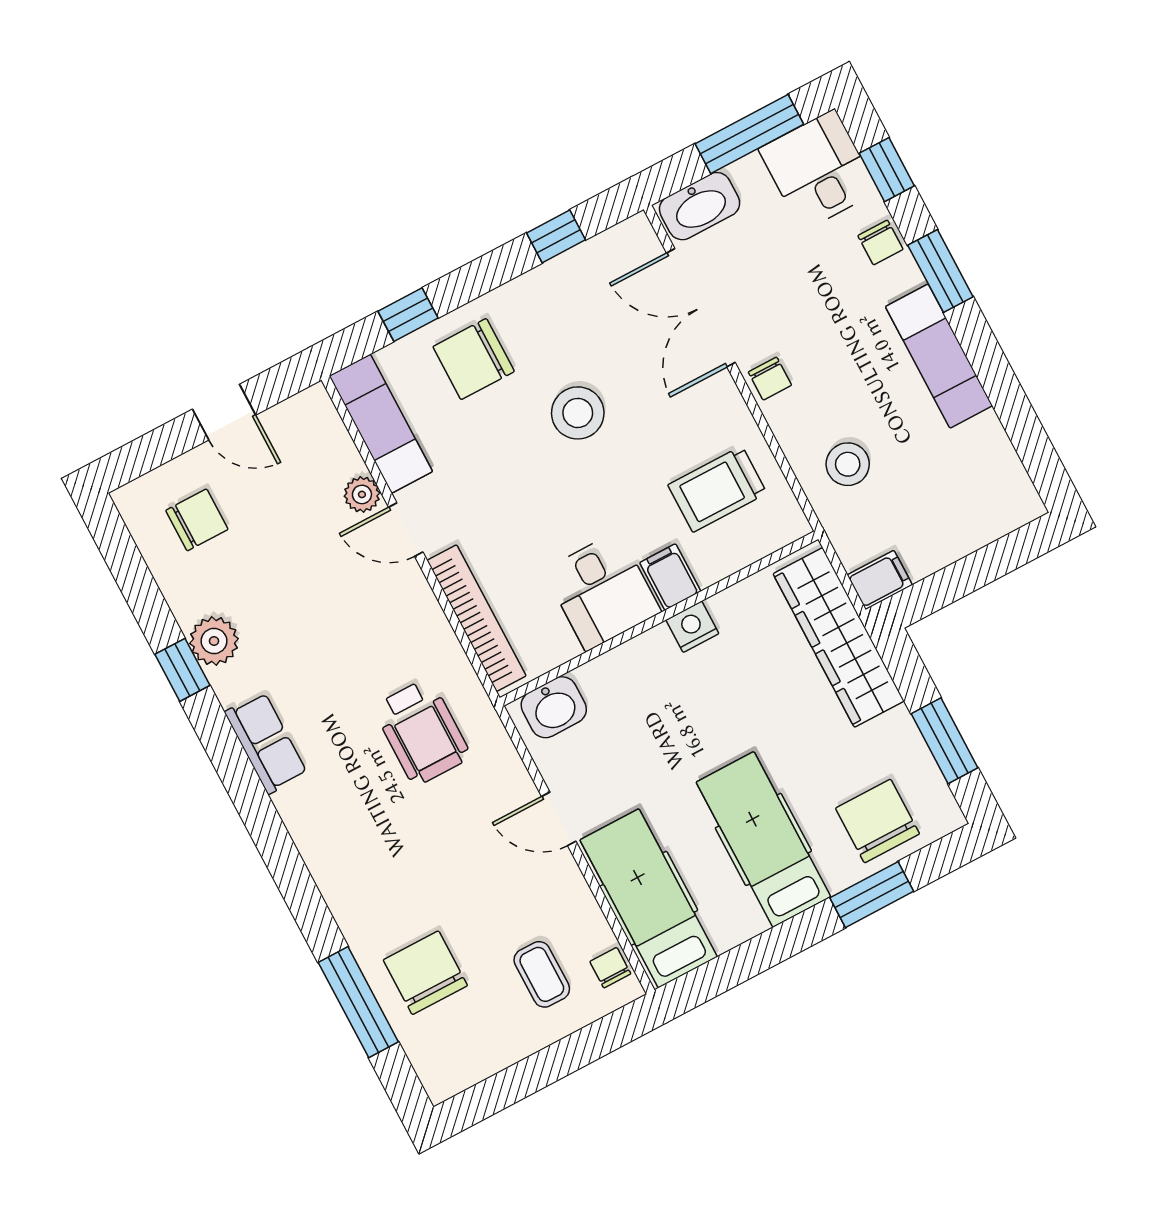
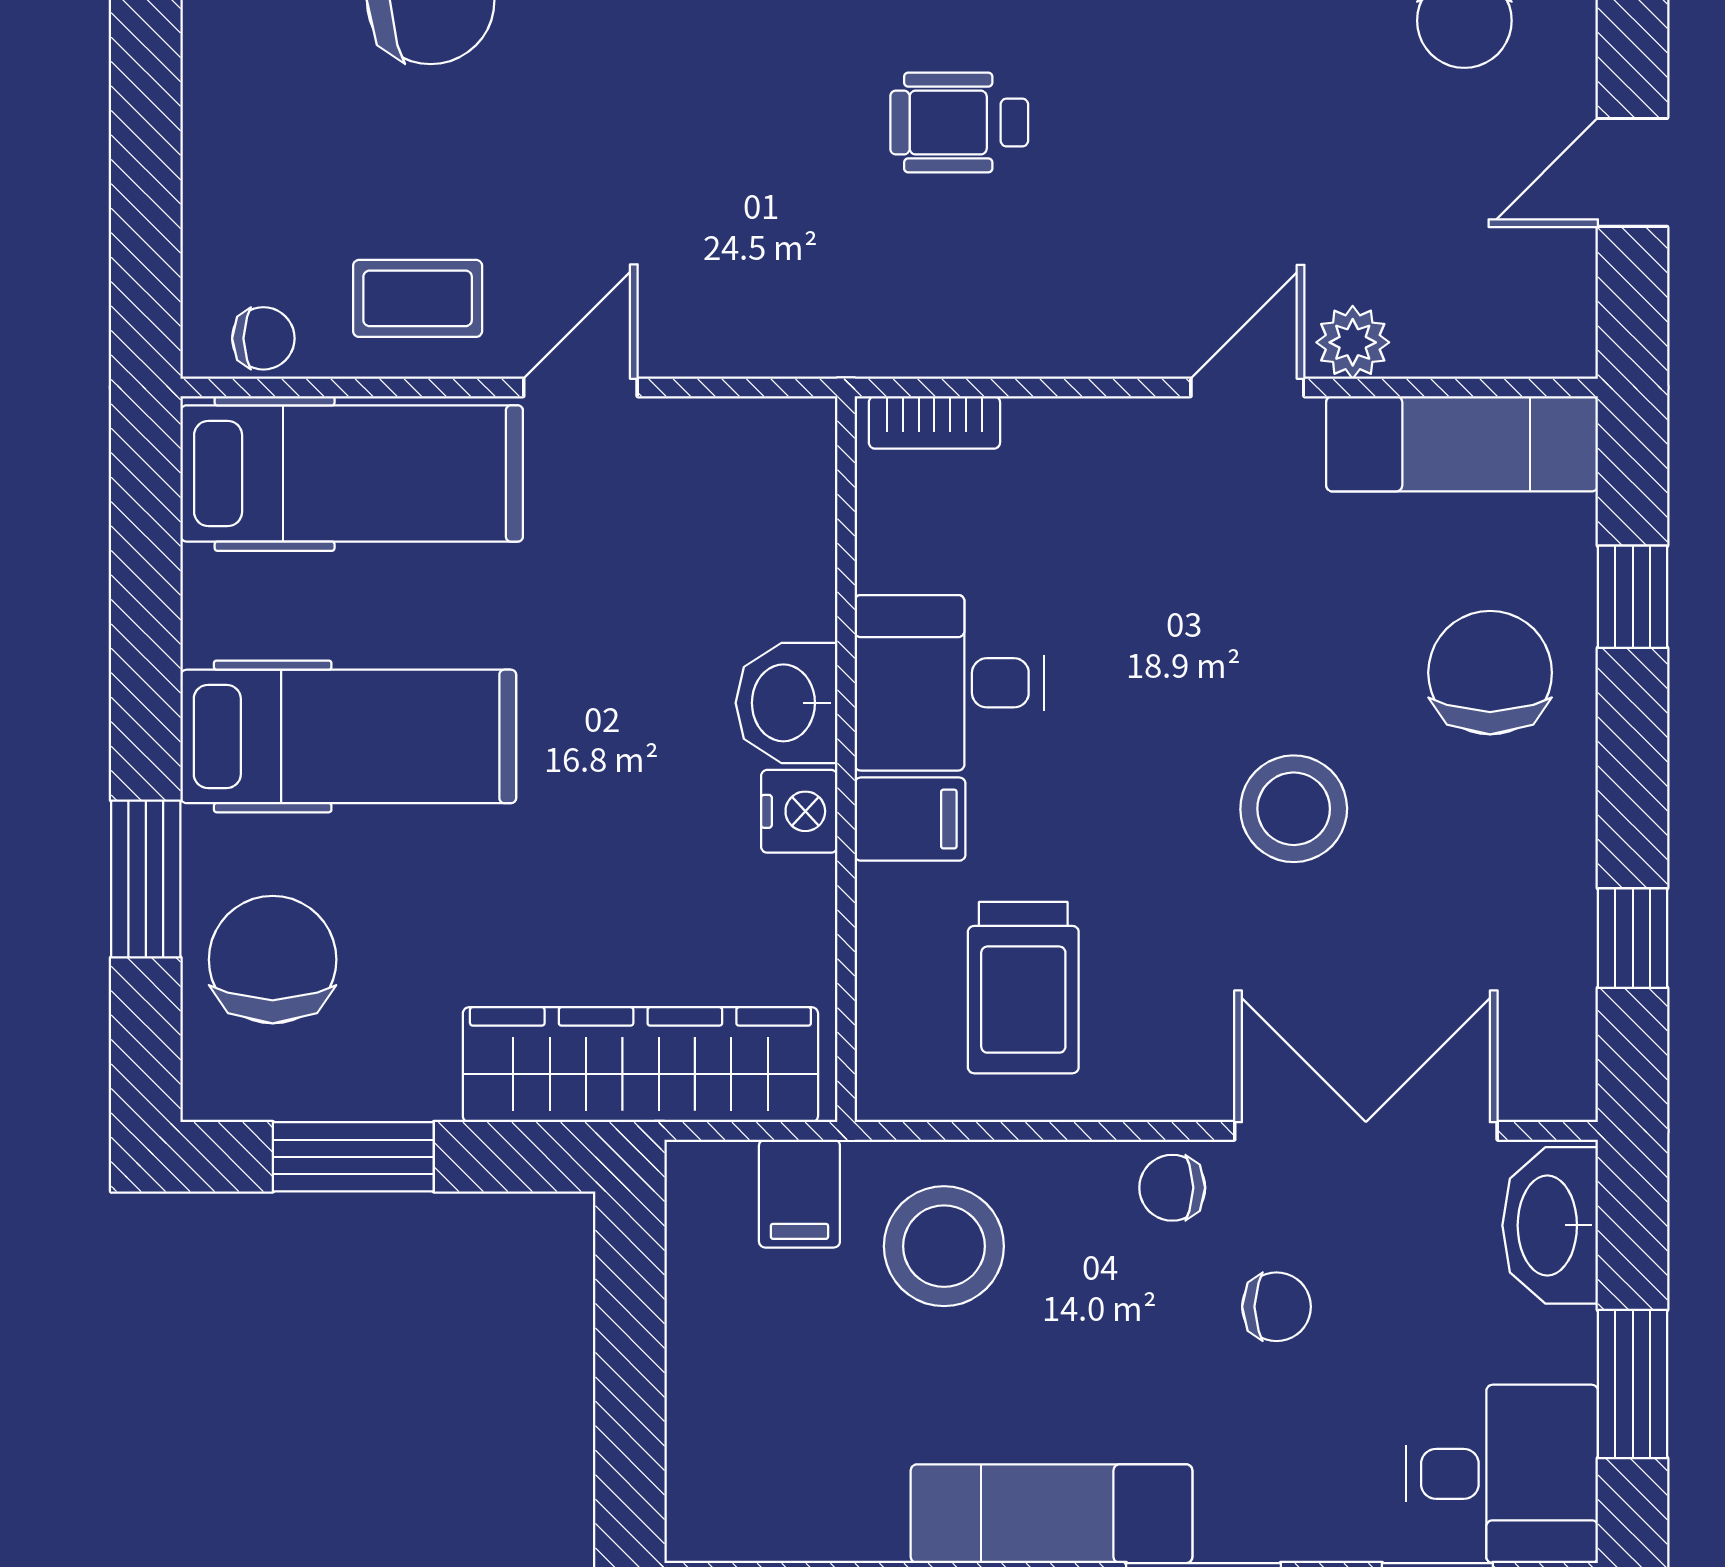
window: (749, 134) -> (1633, 1384), width x0.69
chair: (880, 242) -> (1276, 1307), moved, turned 180
stool: (848, 464) -> (944, 1246), width x1.38, depth x1.38
trolley: (717, 489) -> (1023, 988), turned 180
filing cabinet: (880, 580) -> (799, 1194), moved
bookcase: (476, 618) -> (934, 422), width x0.43, depth x0.76
washbasin: (554, 707) -> (786, 703), moved
wheelchair: (422, 732) -> (959, 123), moved, width x0.73, depth x0.73
chair: (878, 821) -> (273, 960), turned -90
coffee table: (542, 974) -> (418, 298), moved

